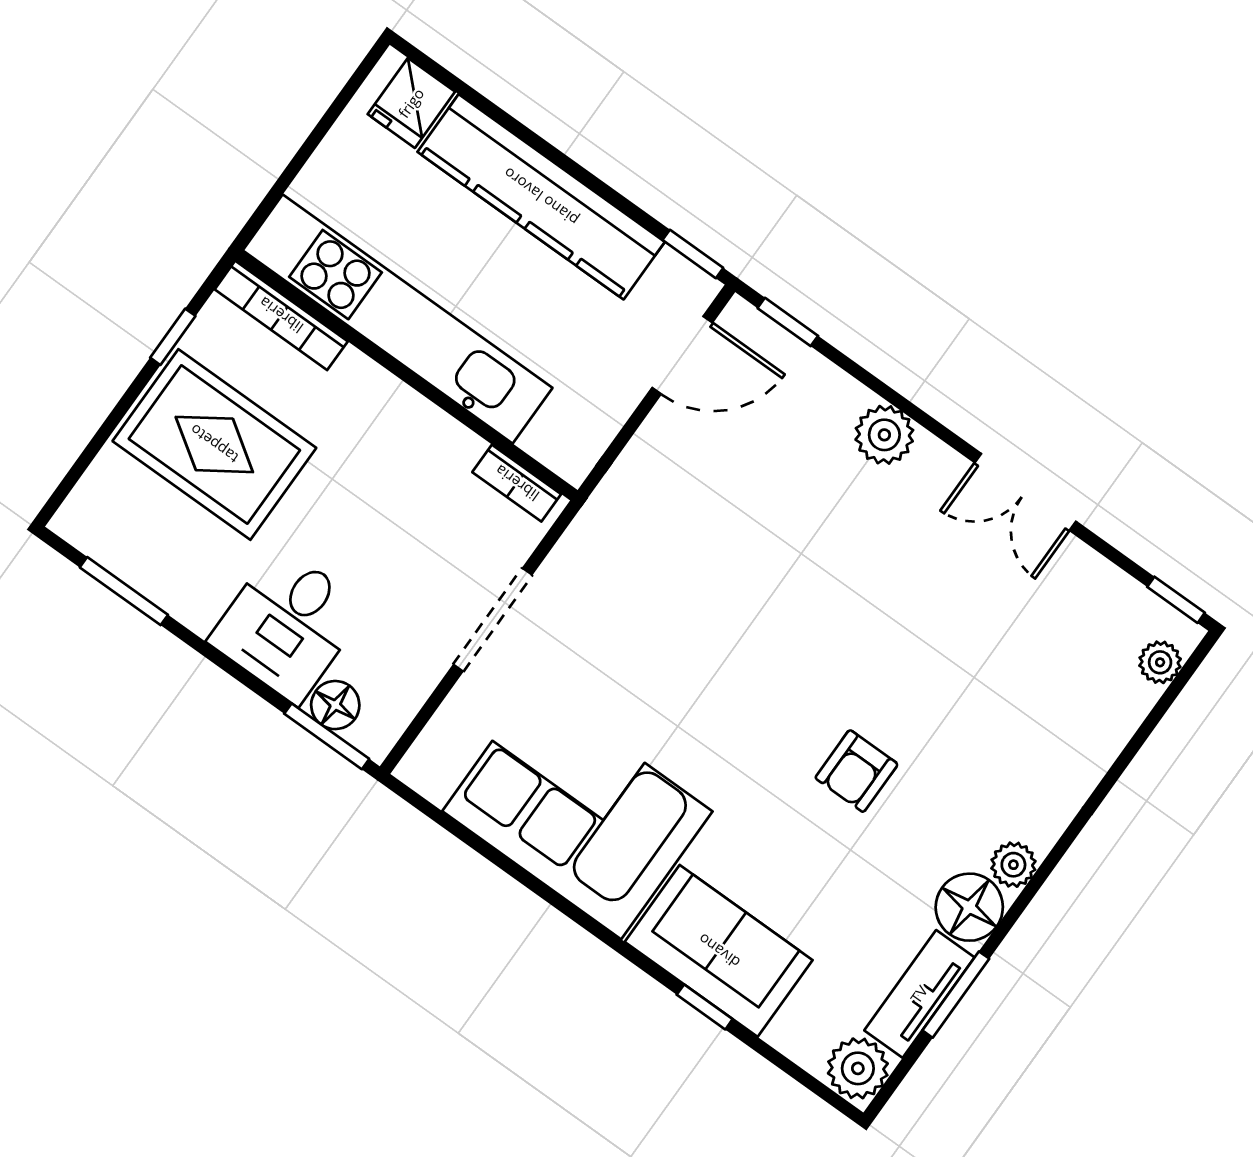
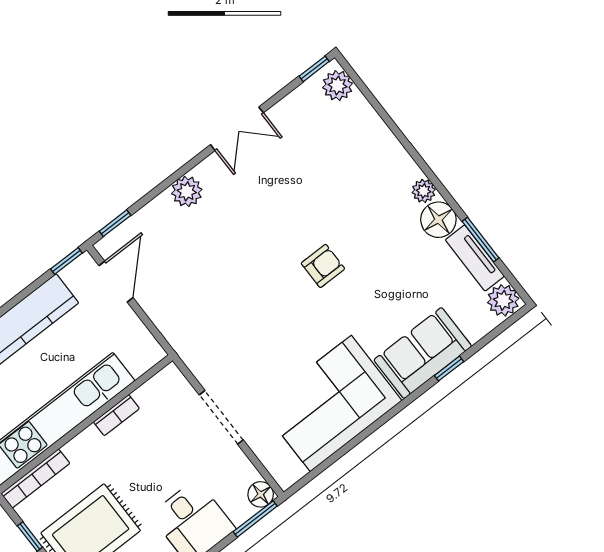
bookcase: (517, 483) -> (116, 415), moved
plant: (1160, 662) -> (338, 86), width x1.38, depth x1.38
floor lamp: (335, 705) -> (261, 494), moved
armchair: (856, 771) -> (323, 266), moved, turned -90

